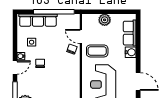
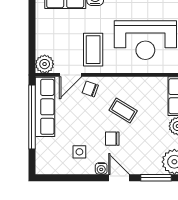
row of seats: (38, 20) -> (45, 107), moved
plant: (105, 20) -> (45, 64), moved
coffee table: (58, 70) -> (123, 111), added

